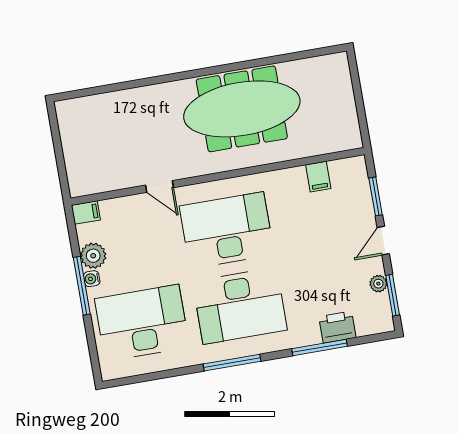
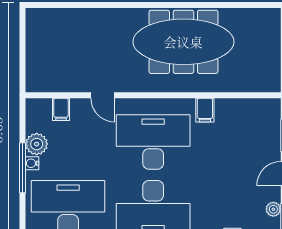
filing cabinet: (318, 177) -> (205, 110), moved
filing cabinet: (86, 213) -> (61, 109), moved, turned 90

